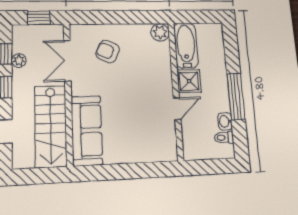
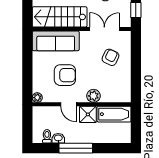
plant: (160, 32) -> (94, 96), moved
armchair: (136, 115) -> (65, 75), added
plant: (171, 154) -> (37, 98), added

